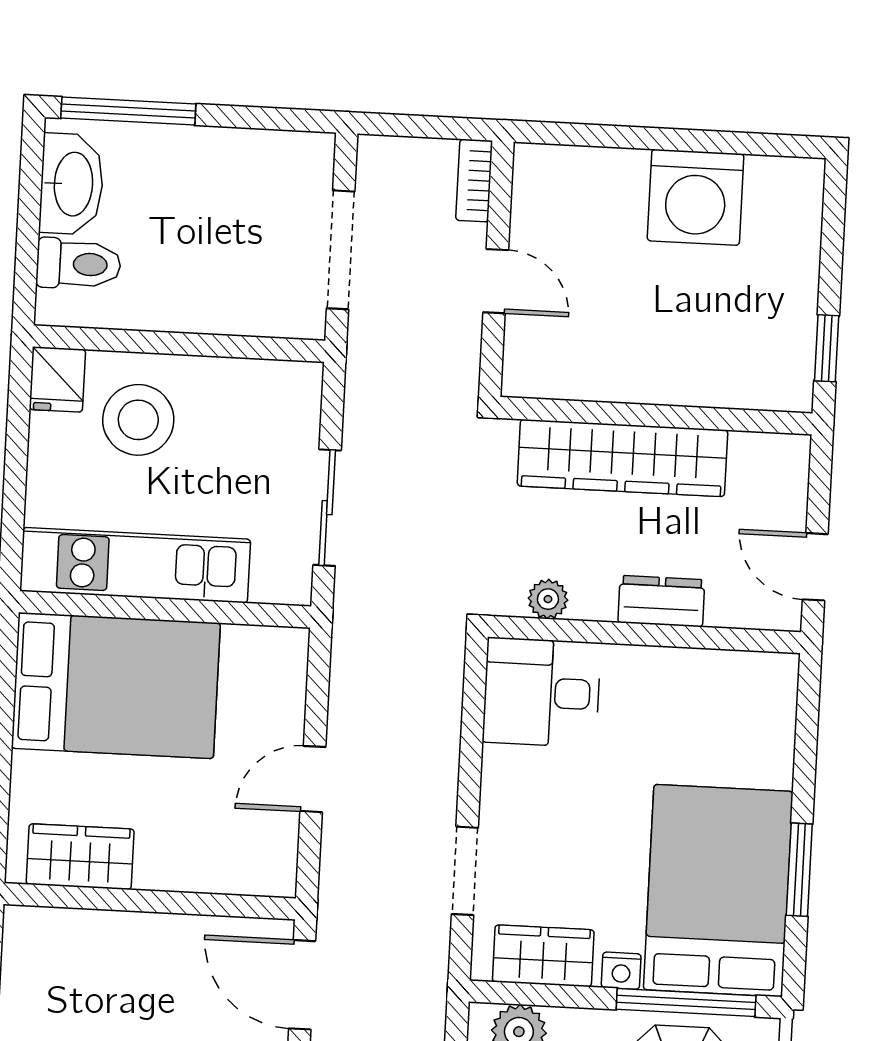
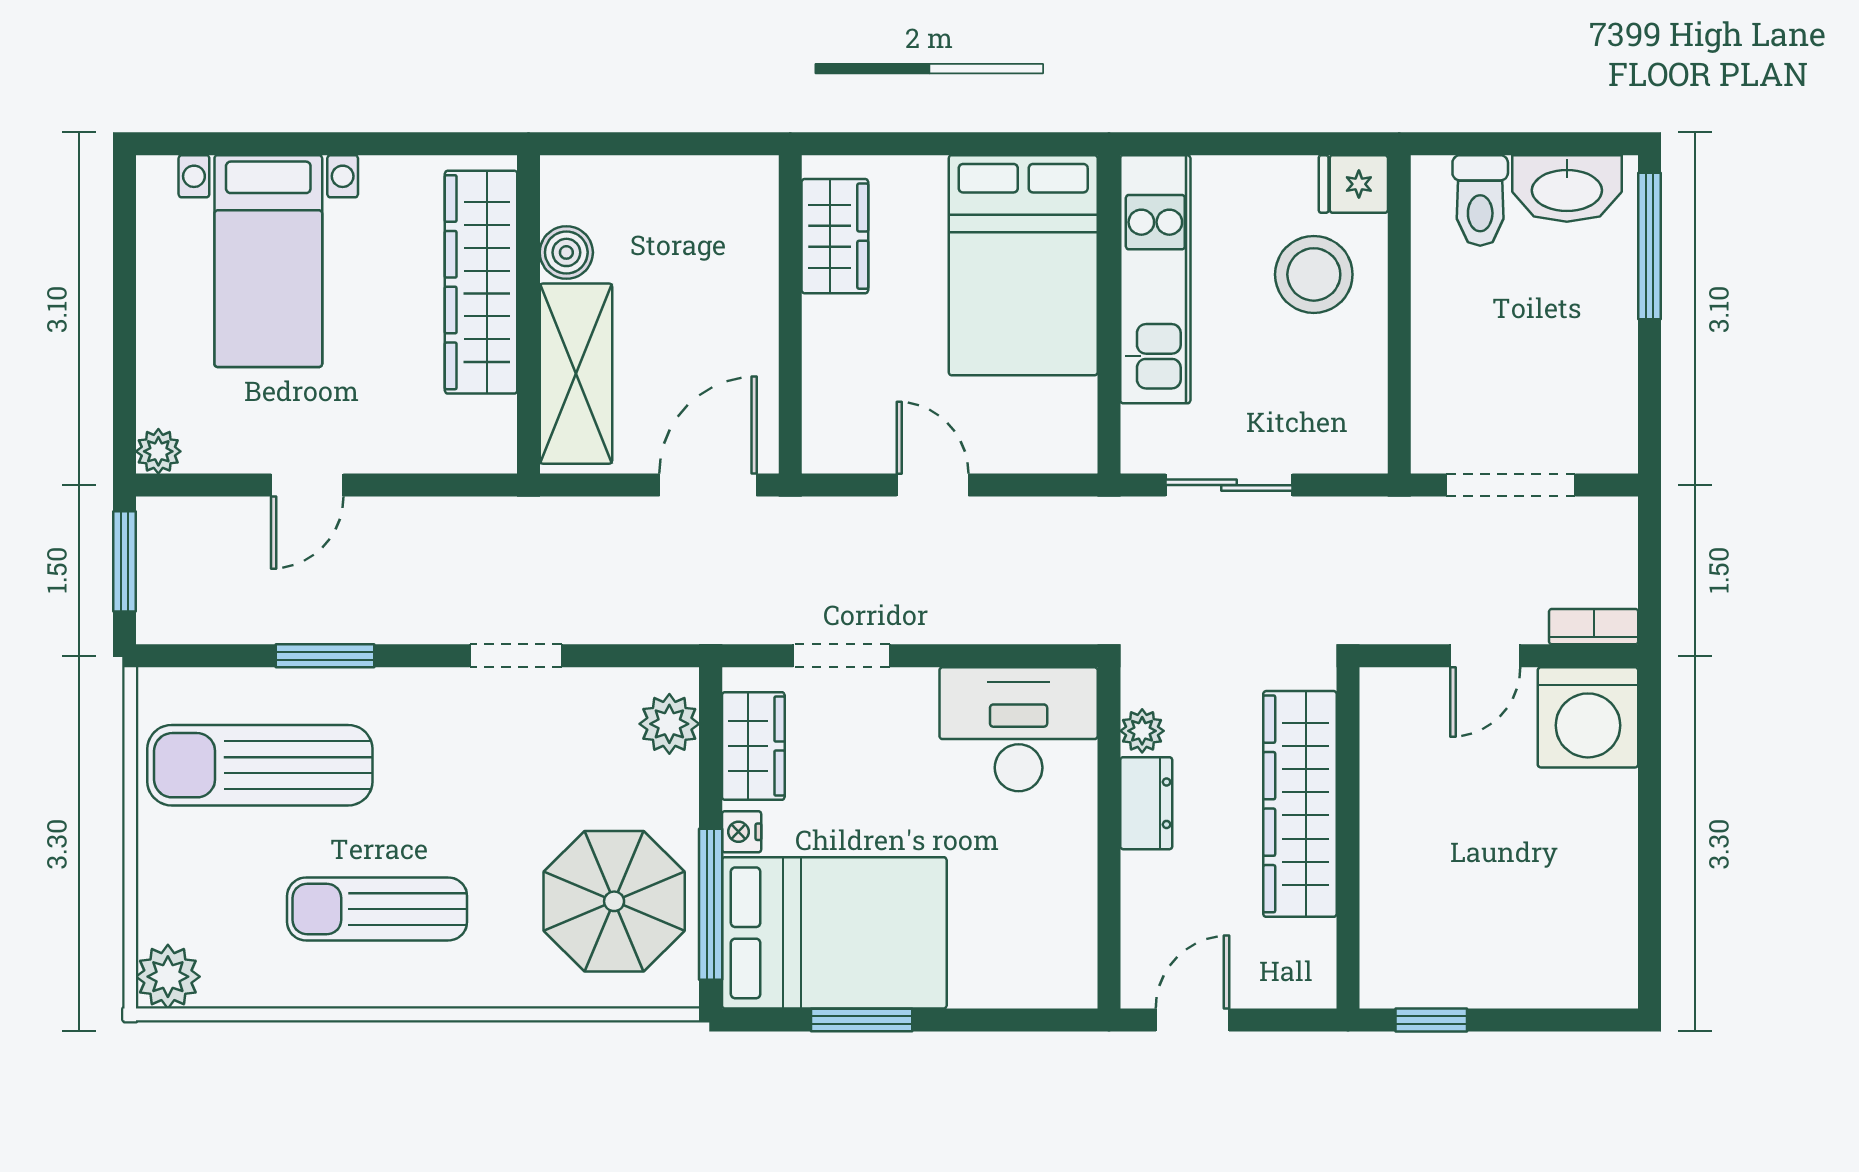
washing machine: (696, 197) -> (1588, 717), moved, turned -90
dresser: (661, 601) -> (1146, 803), moved
desk: (542, 692) -> (1019, 729), width x1.37

